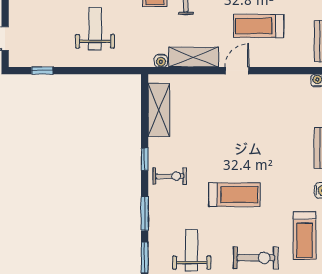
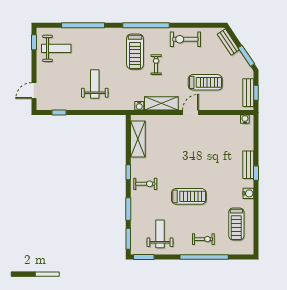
treadmill: (259, 26) -> (205, 82), turned 180
exercise bike: (256, 258) -> (203, 239), width x0.73, depth x0.72

